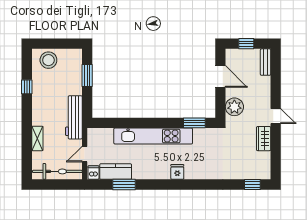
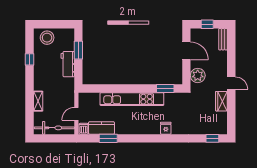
workbench: (74, 117) -> (68, 64), moved, width x0.73
fridge: (177, 172) -> (166, 128), moved

